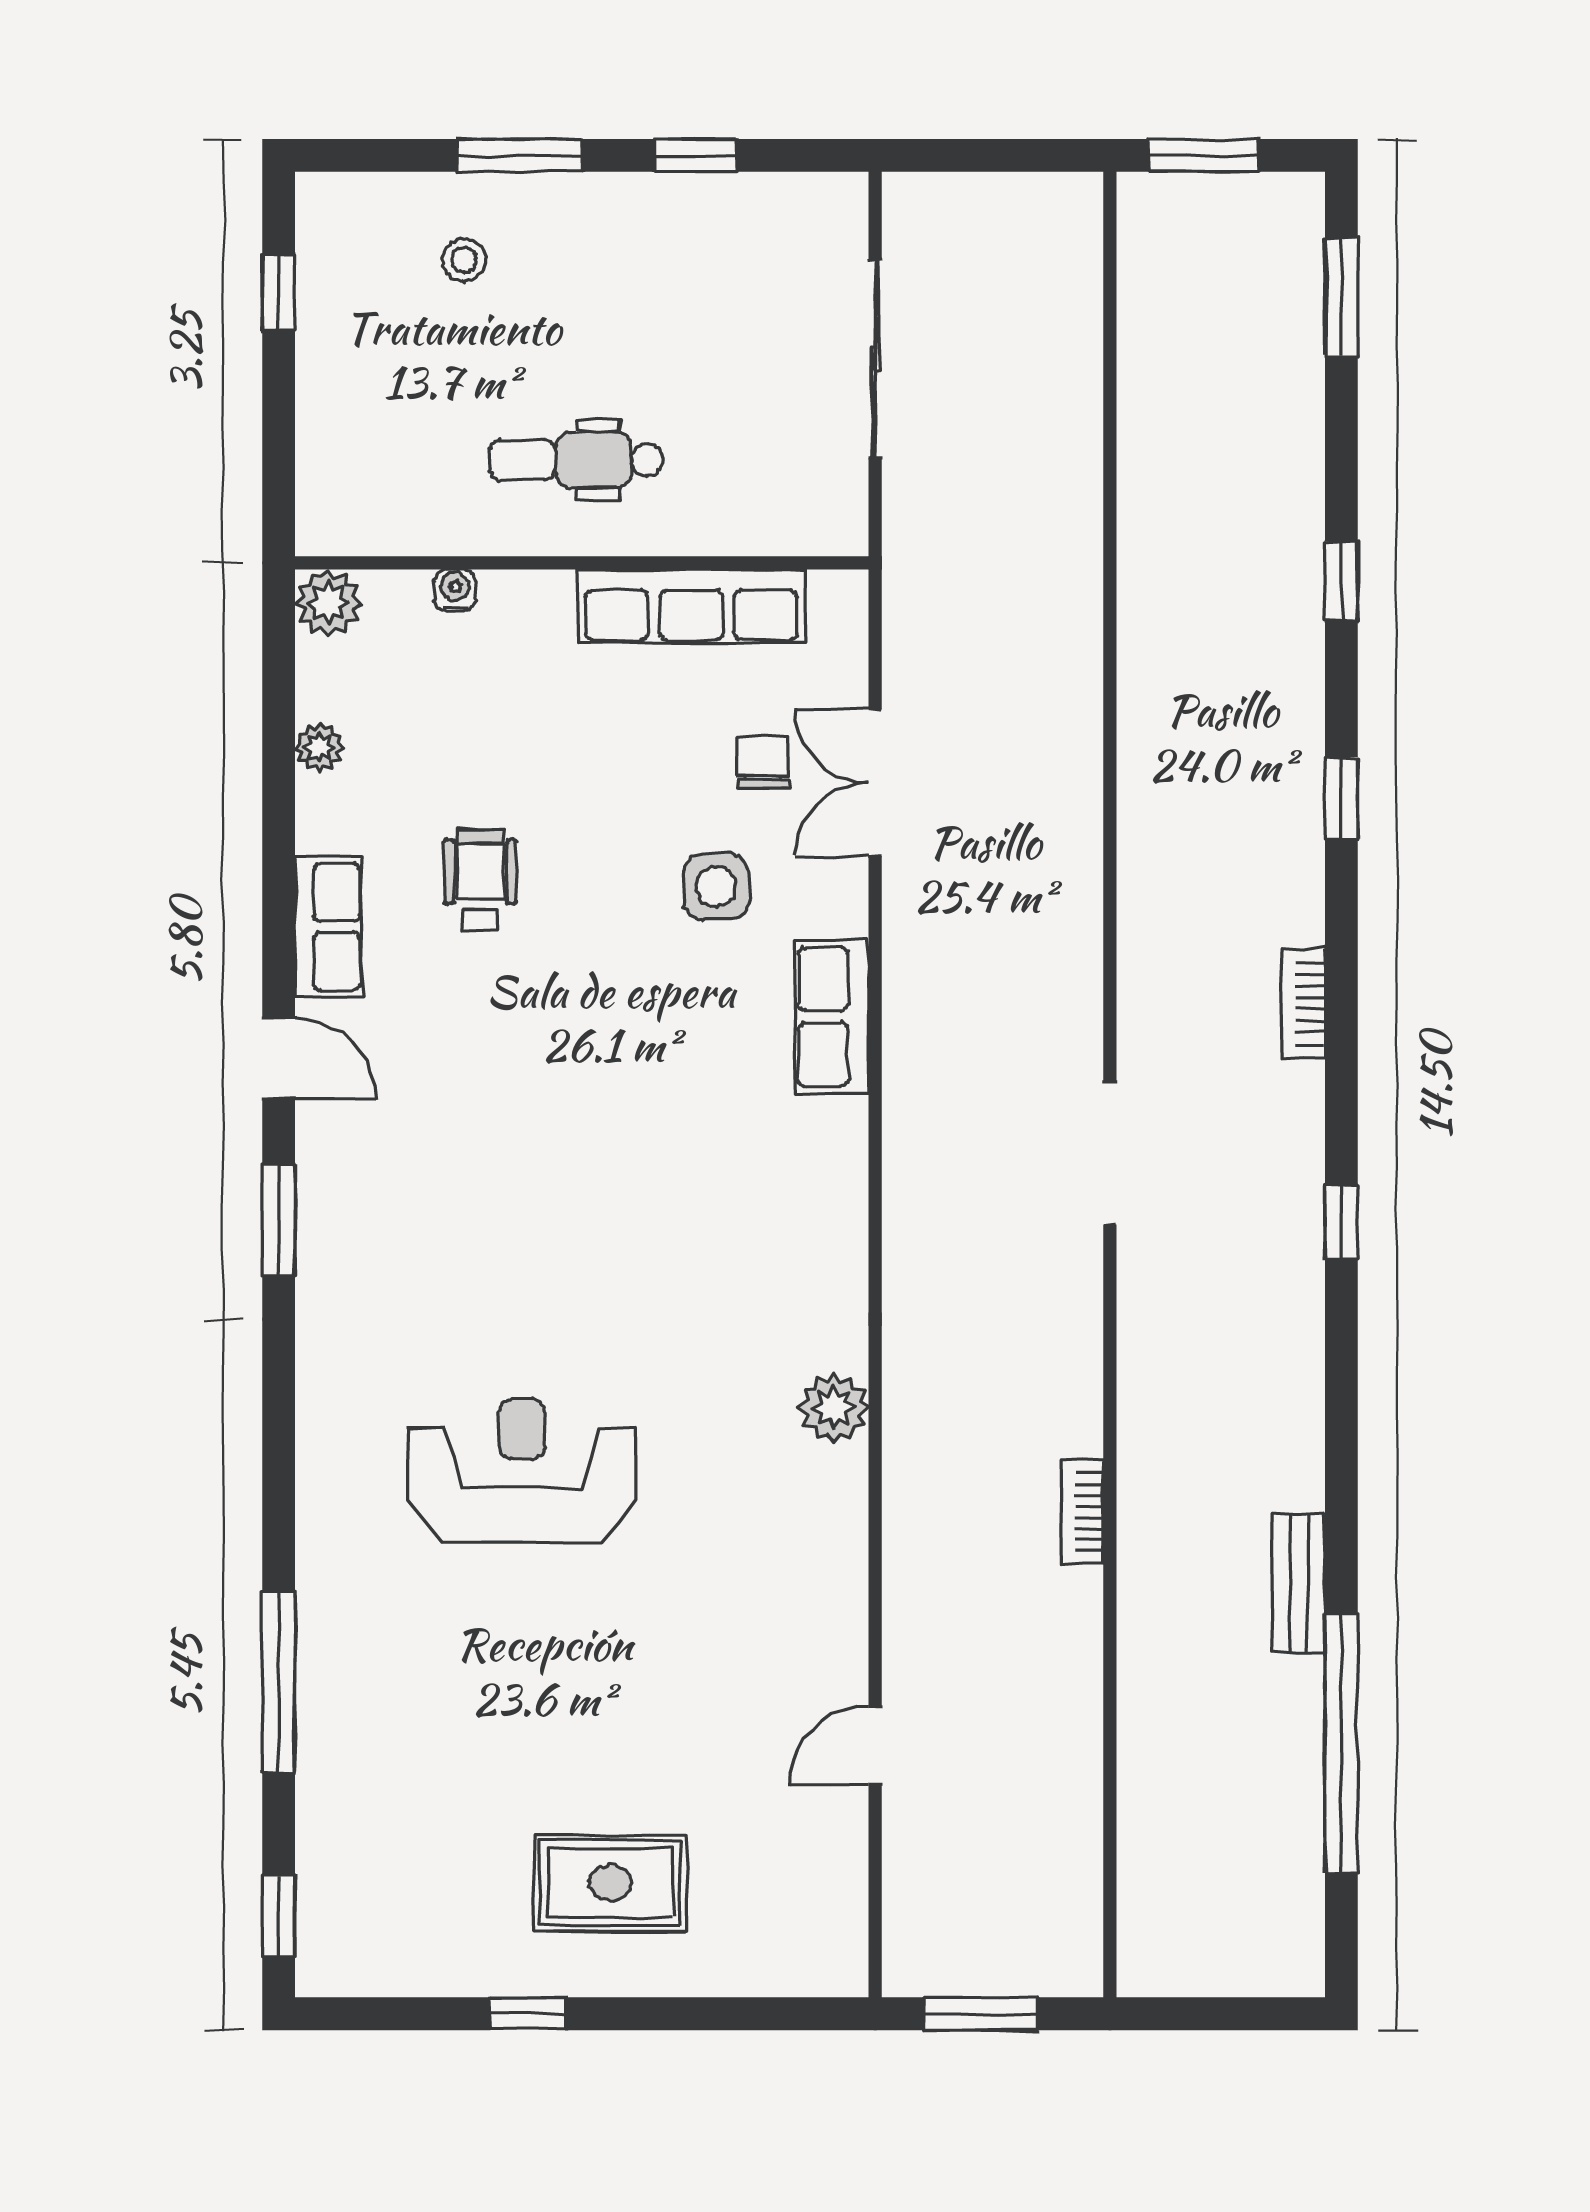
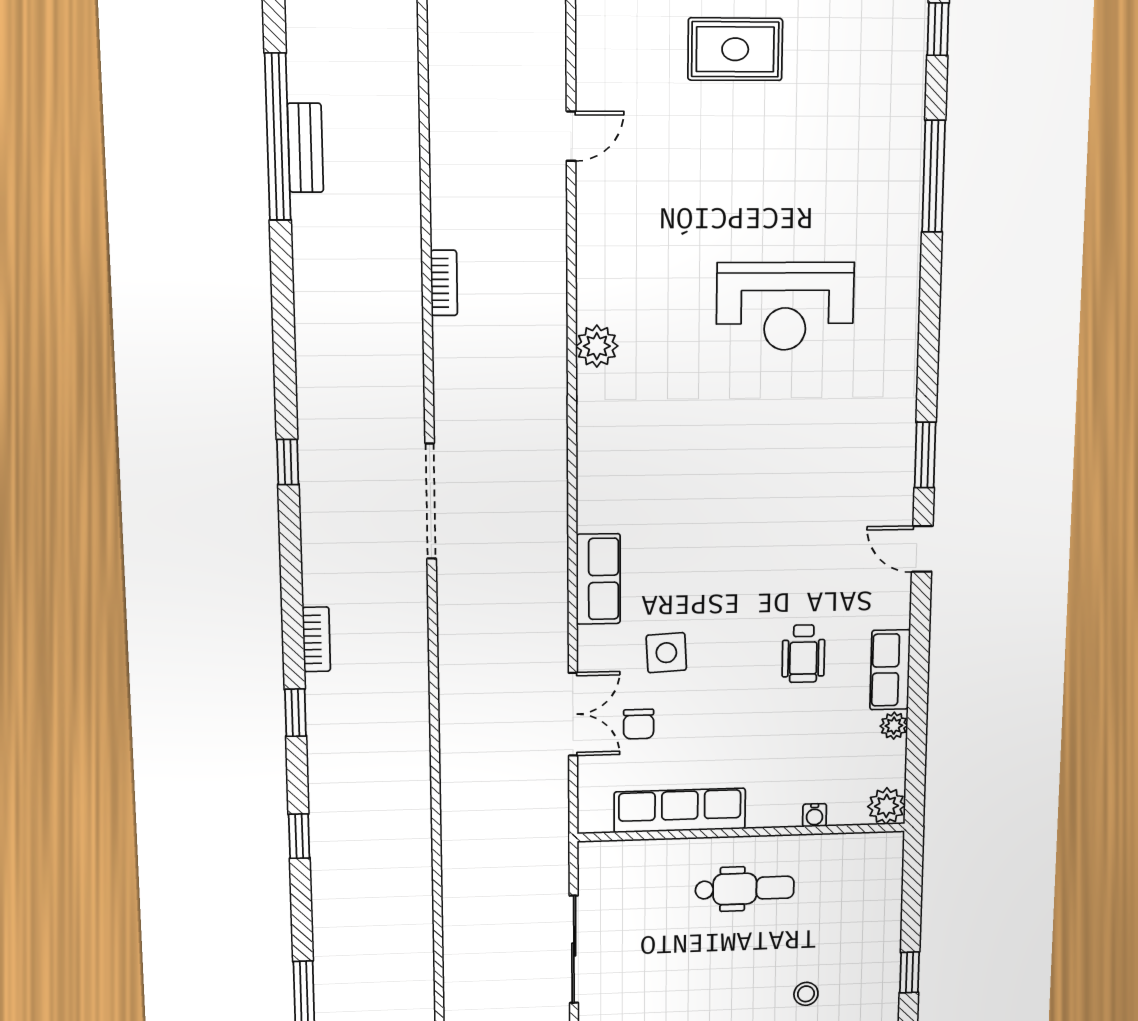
row of seats: (328, 927) -> (890, 670), moved
bookcase: (1303, 1003) -> (316, 639), moved
doorway: (1110, 1154) -> (431, 501), width x1.36
bench: (1299, 1583) -> (305, 148), moved

